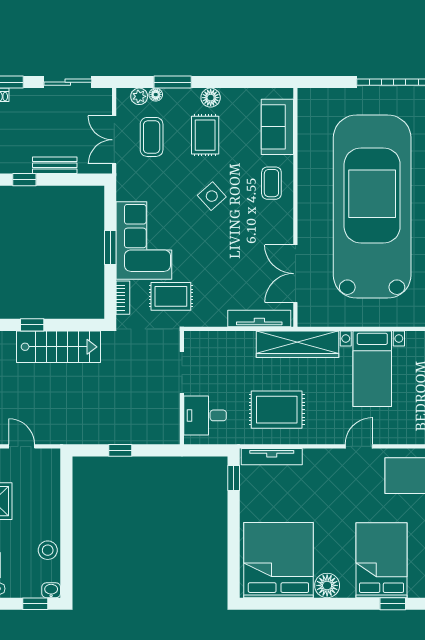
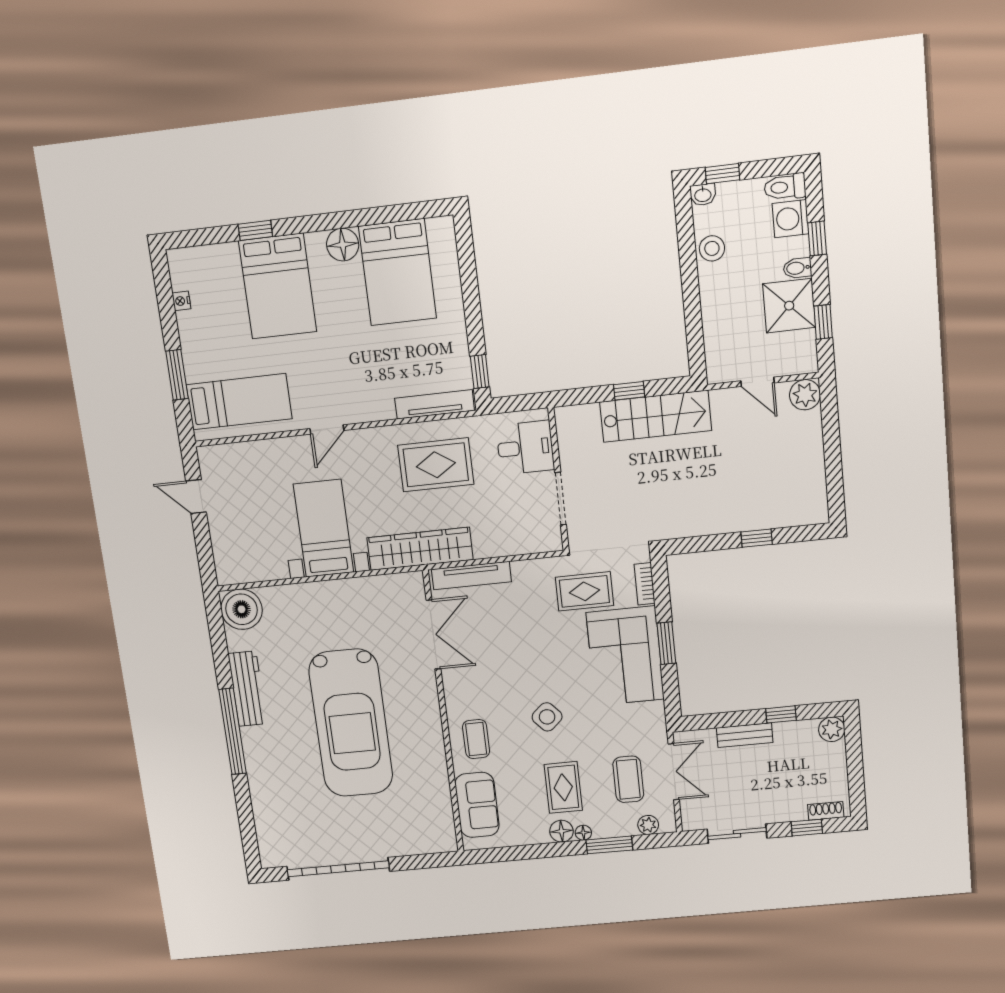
floor lamp: (156, 95) -> (583, 833), moved
car: (372, 207) -> (351, 723), width x0.73, depth x0.67
stairs: (59, 347) -> (656, 416), moved, turned 180
bed: (278, 560) -> (398, 272), width x0.73

